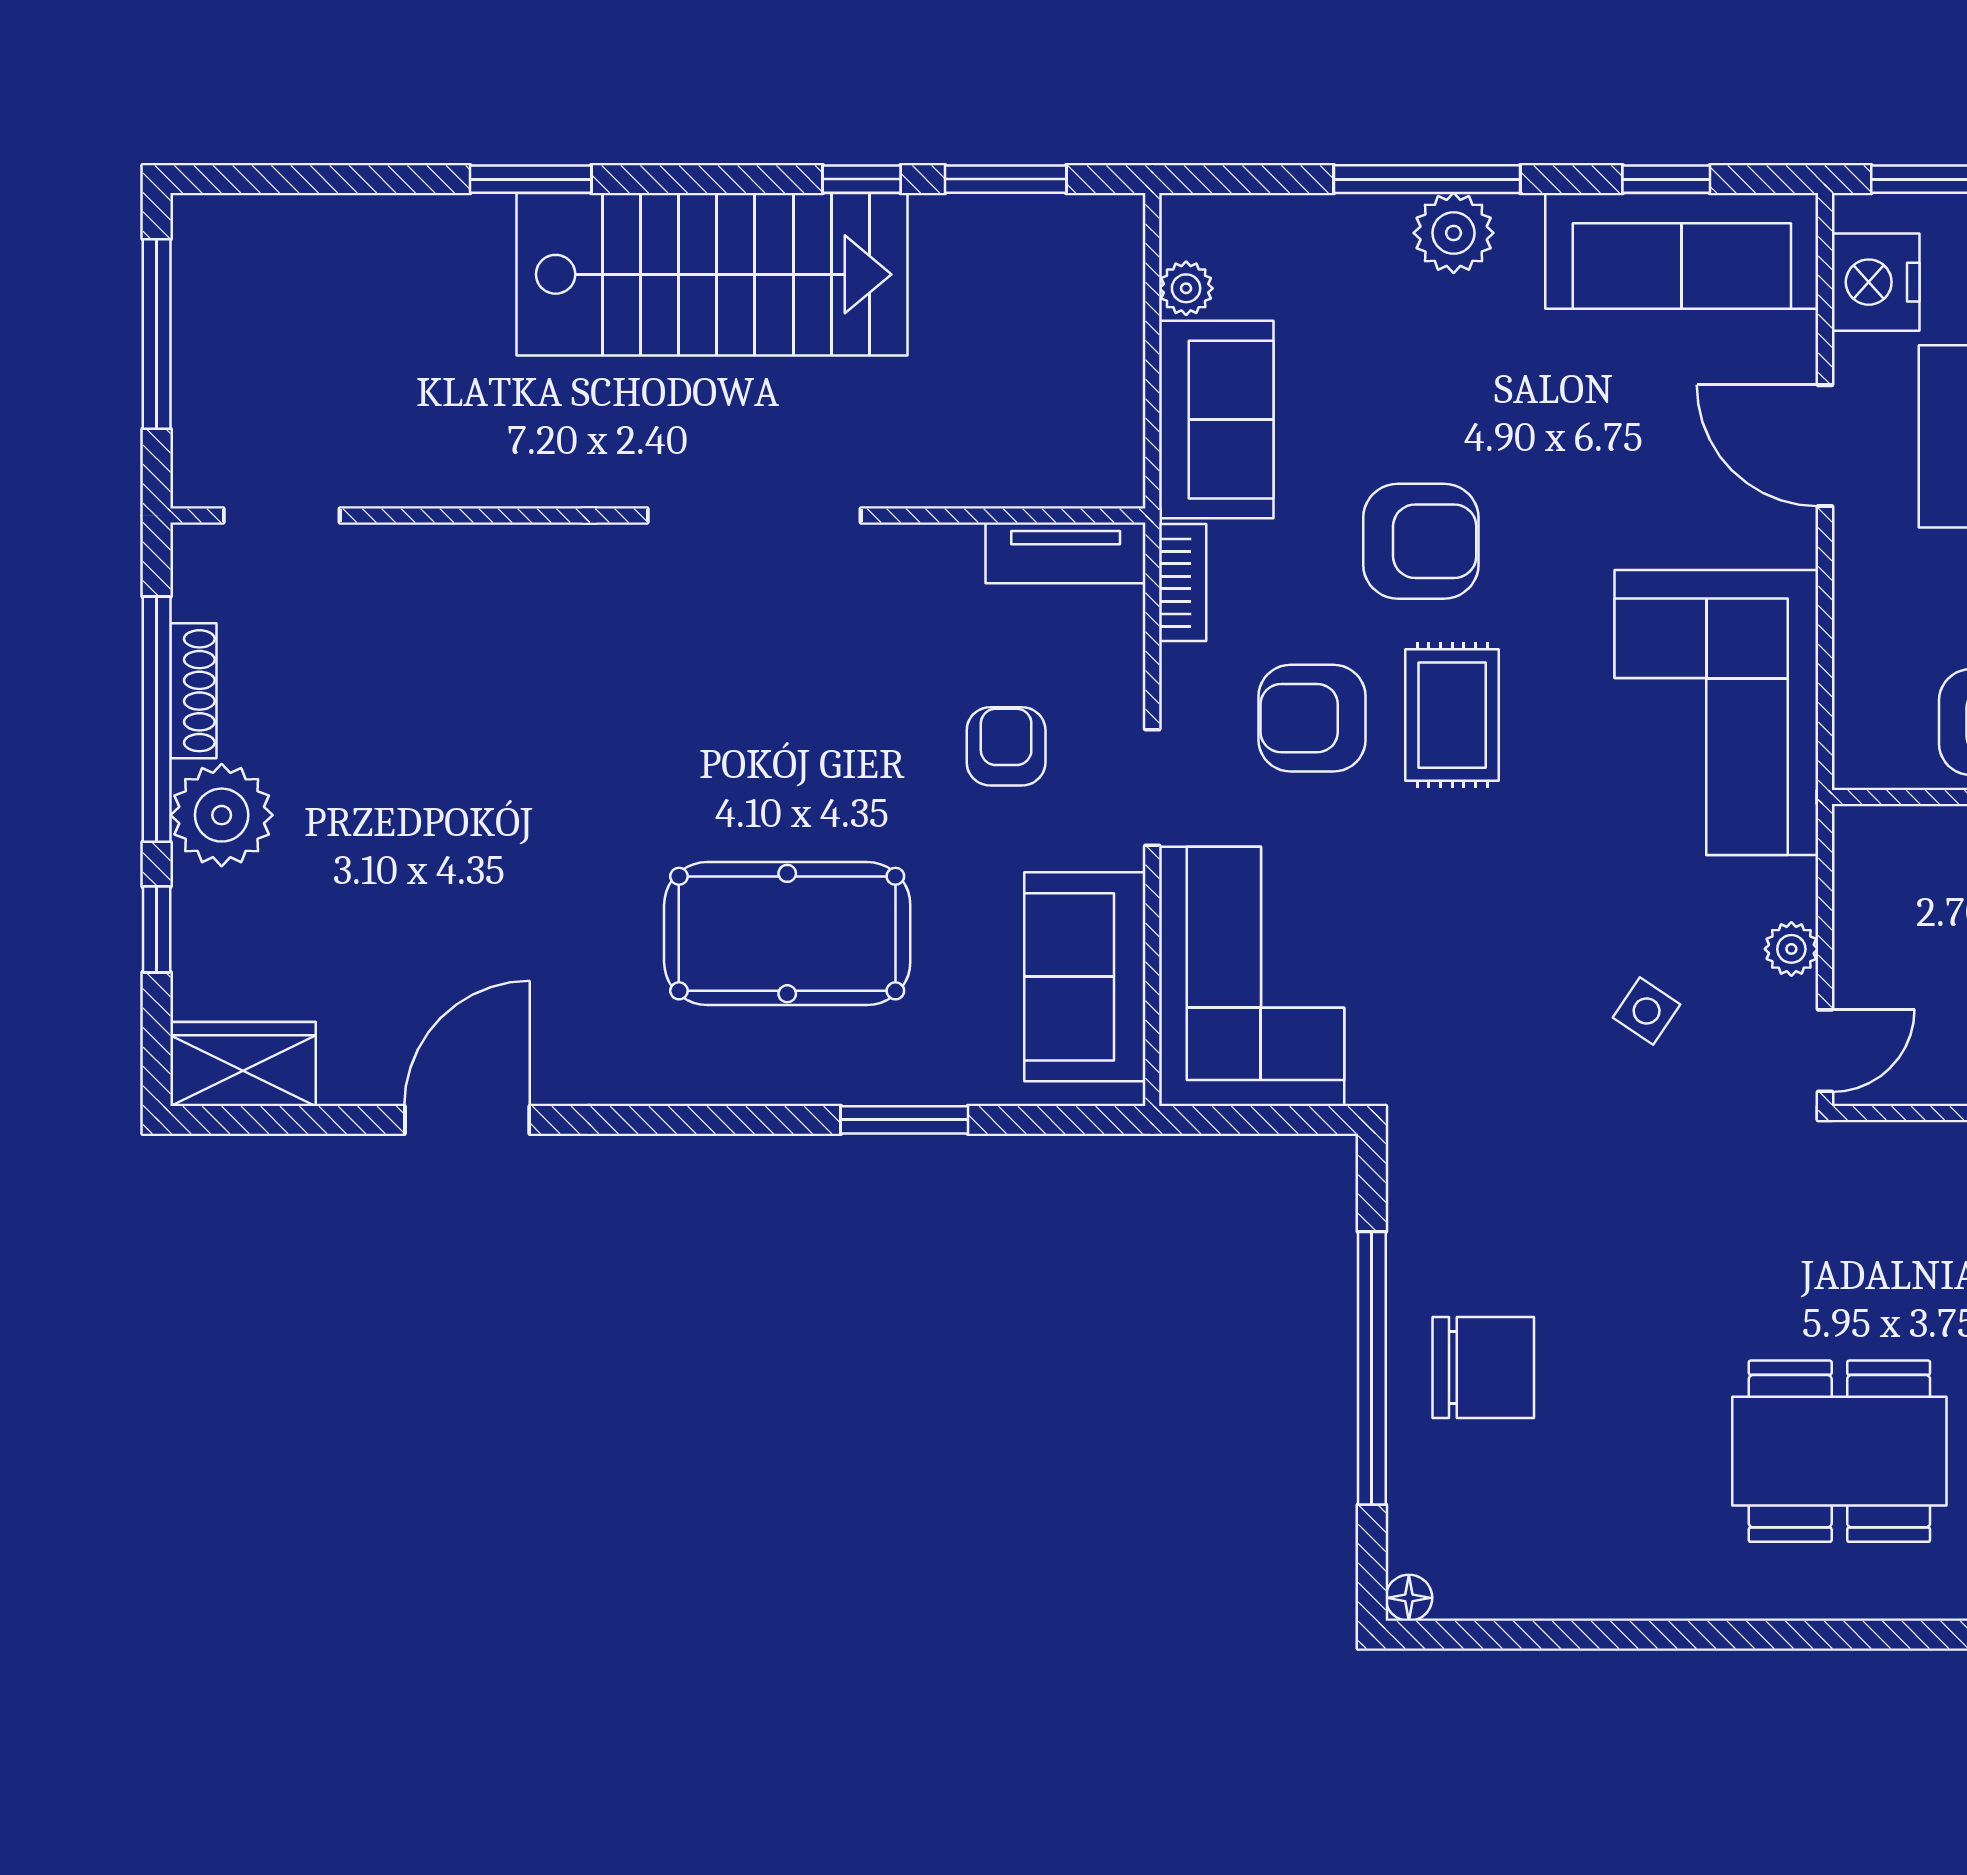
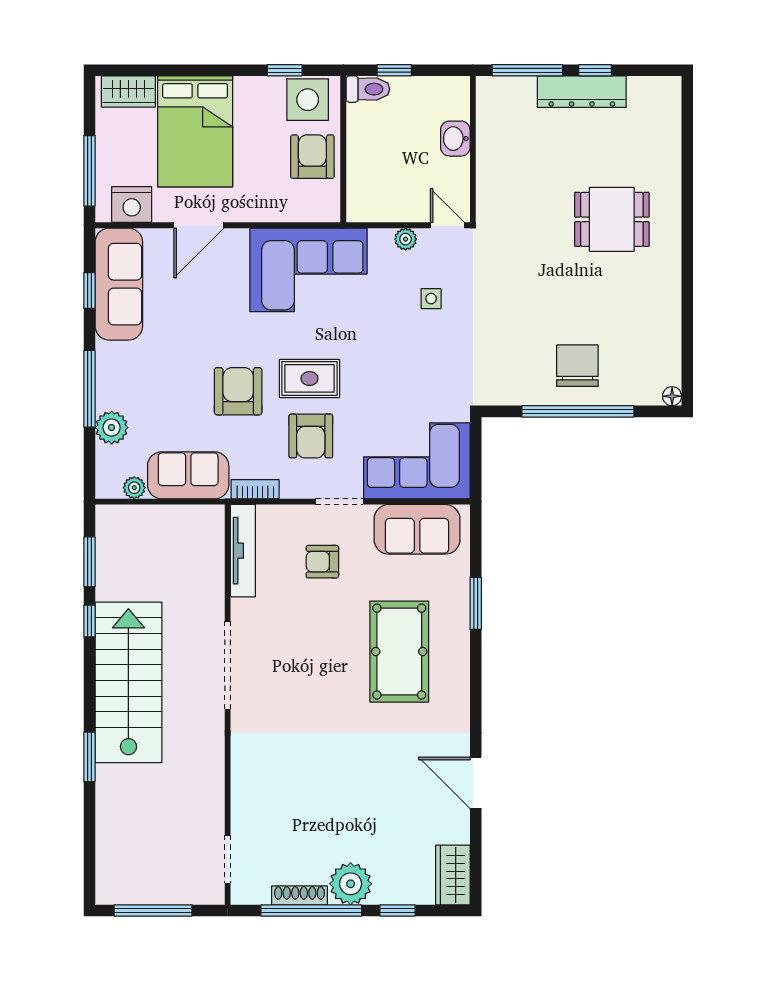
plant: (1454, 233) -> (112, 428), moved
tv unit: (1066, 553) -> (243, 551), width x1.41
side table: (1647, 1011) -> (431, 299), turned -34
dining table: (1839, 1451) -> (612, 219), width x0.73

